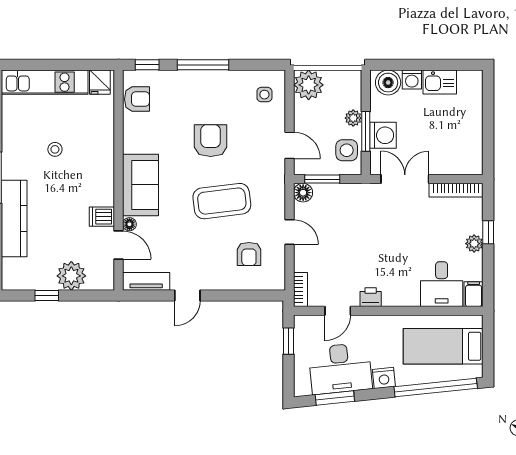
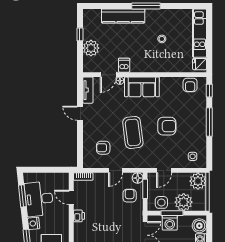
plant: (353, 118) -> (184, 202), width x1.88, depth x1.88
armchair: (334, 207) -> (130, 196), added
window: (288, 341) -> (54, 170), removed

